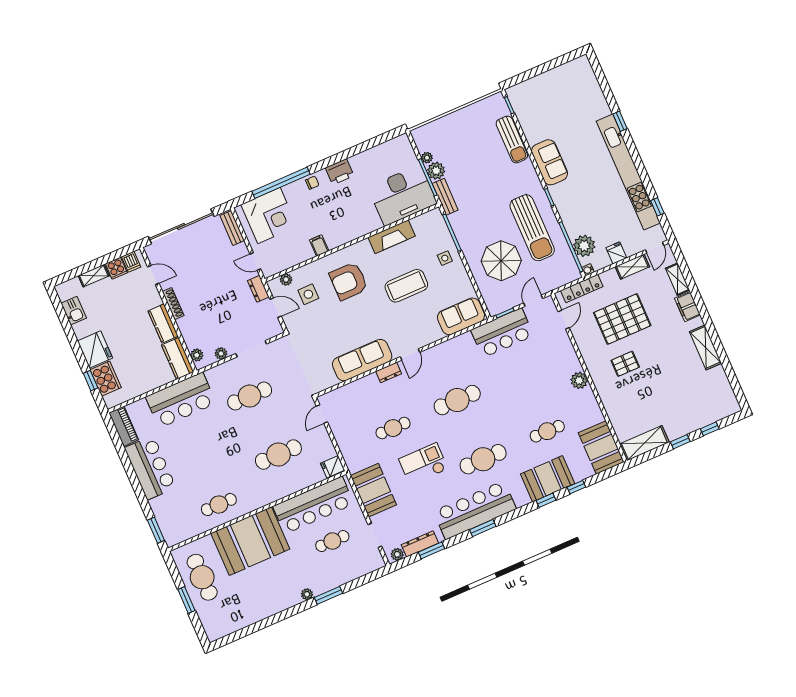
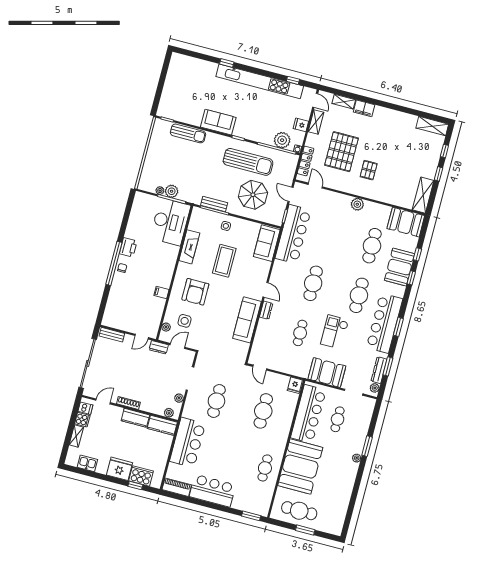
window: (281, 183) -> (114, 263), moved
bench: (445, 197) -> (214, 204), moved
corner desk: (269, 216) -> (121, 308), removed
bar counter: (502, 333) -> (293, 234), width x1.36
shelving: (706, 347) -> (432, 126), moved
cafe table: (547, 431) -> (372, 246), width x1.37, depth x1.35

